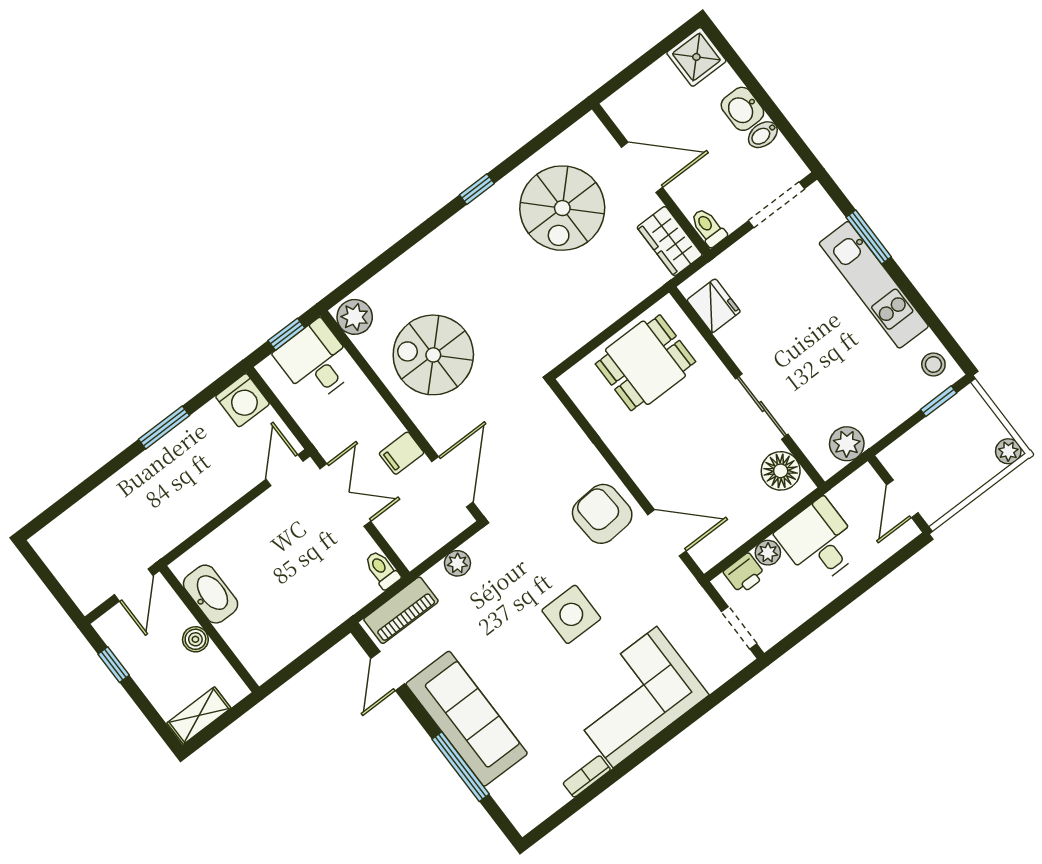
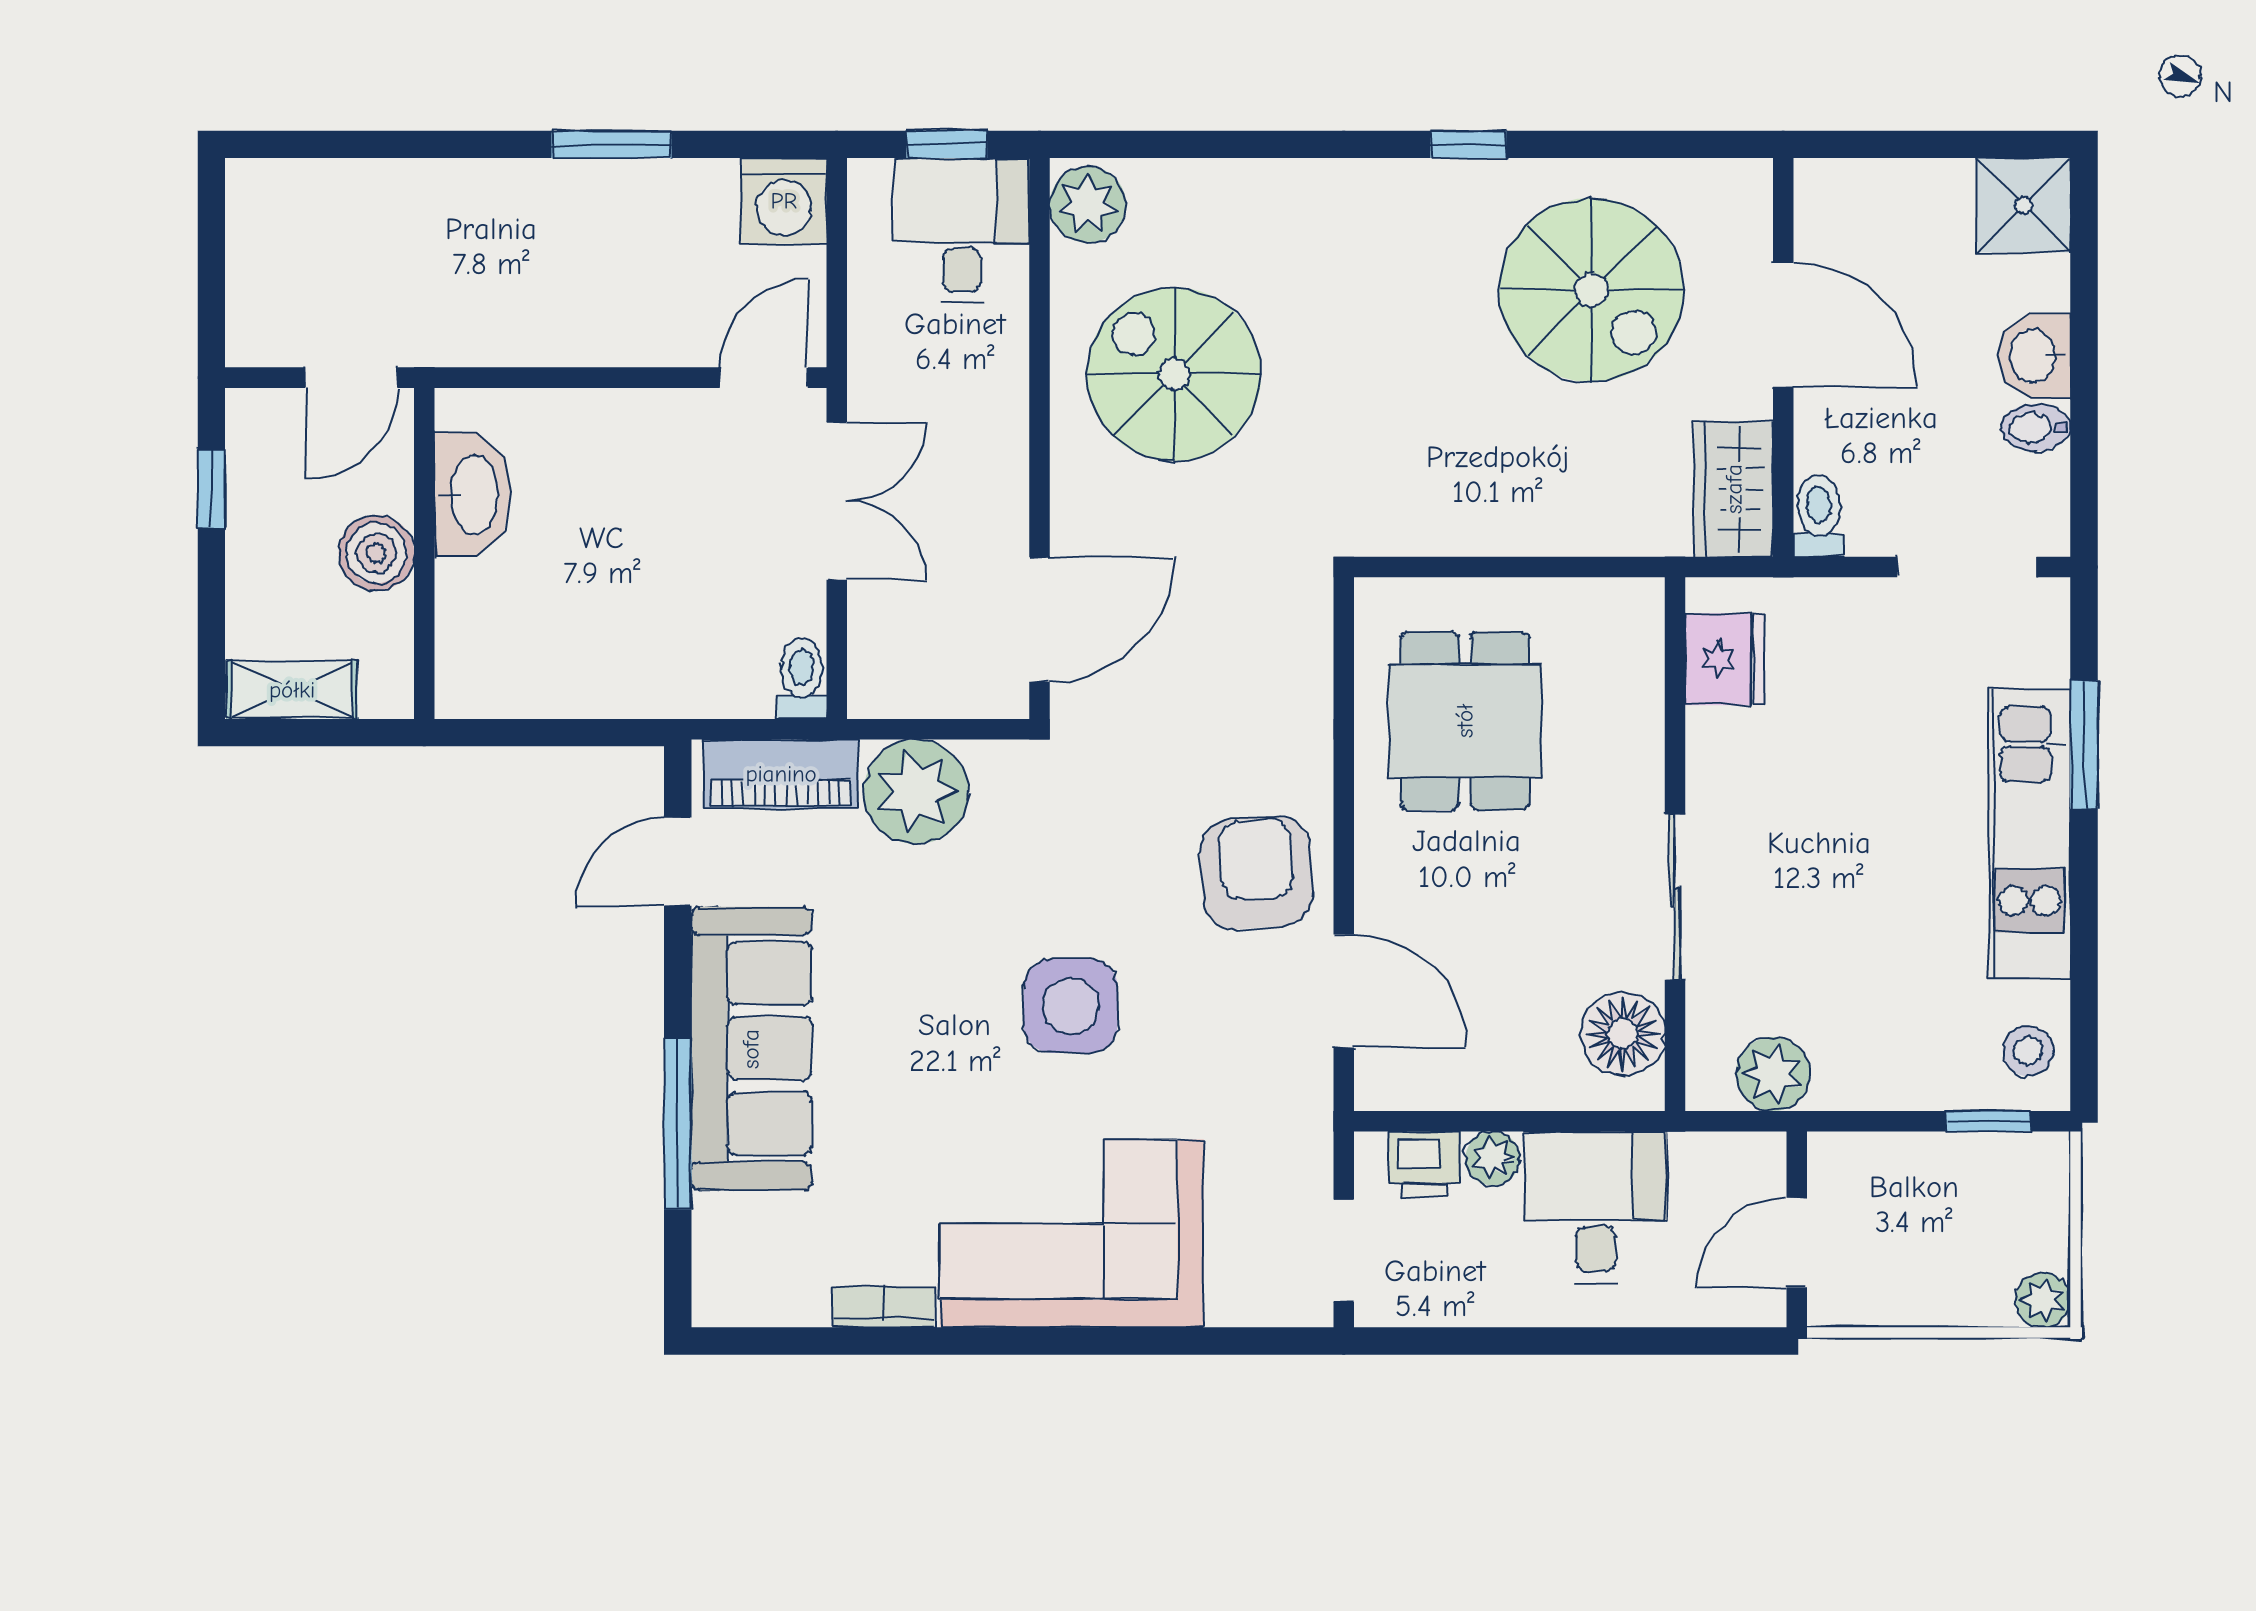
spiral stairs: (562, 208) -> (1591, 290), turned -90
dining table: (645, 363) -> (1465, 721), moved, turned 90
filing cabinet: (402, 453) -> (989, 503), removed
plant: (457, 563) -> (916, 792), width x1.88, depth x1.88
boiler: (195, 639) -> (376, 553), width x1.36, depth x1.36

